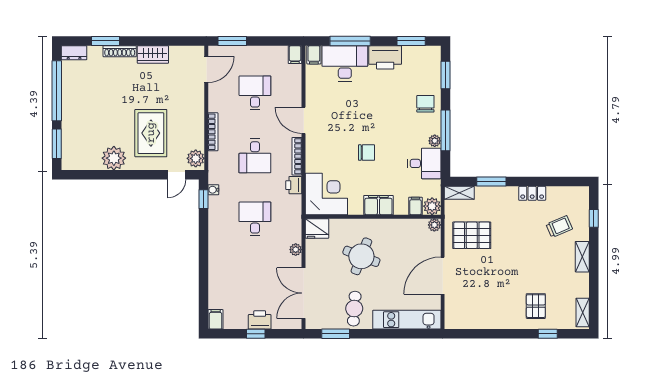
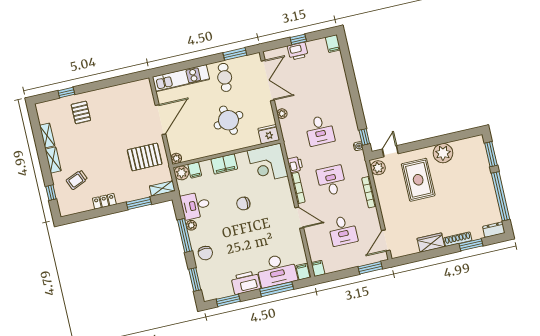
round table: (361, 256) -> (228, 120), turned -34
shelving: (583, 312) -> (47, 136), moved

